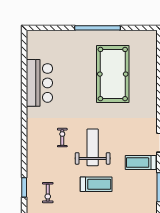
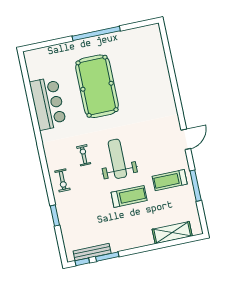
pool table: (113, 74) -> (97, 86), moved
treadmill: (141, 163) -> (170, 180), moved
exercise bike: (48, 193) -> (62, 180), moved

